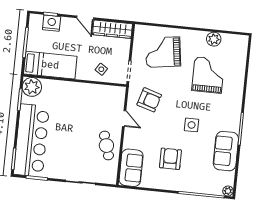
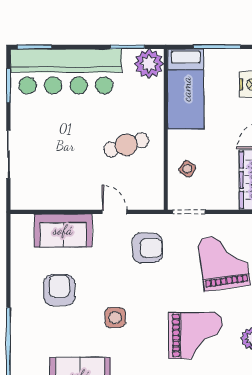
armchair: (149, 100) -> (147, 248), turned -107
door: (124, 119) -> (114, 212), swing flipped
cafe table: (106, 146) -> (126, 145), moved
armchair: (170, 159) -> (59, 290), turned -90
sofa: (131, 168) -> (63, 230), moved

